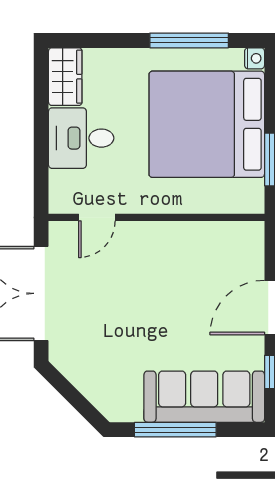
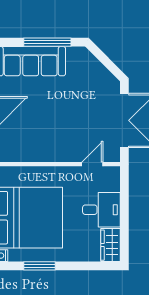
window: (189, 40) -> (39, 266), width x0.69

